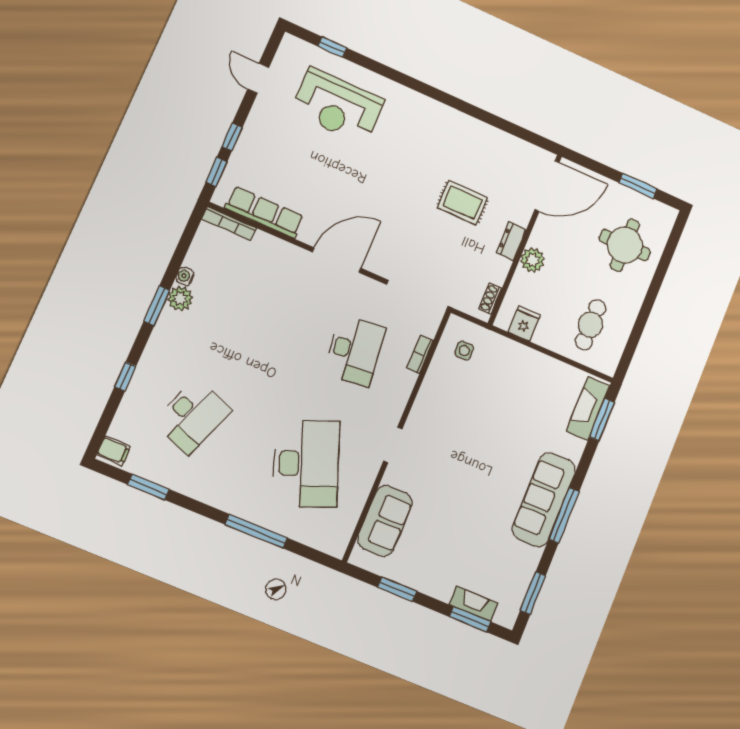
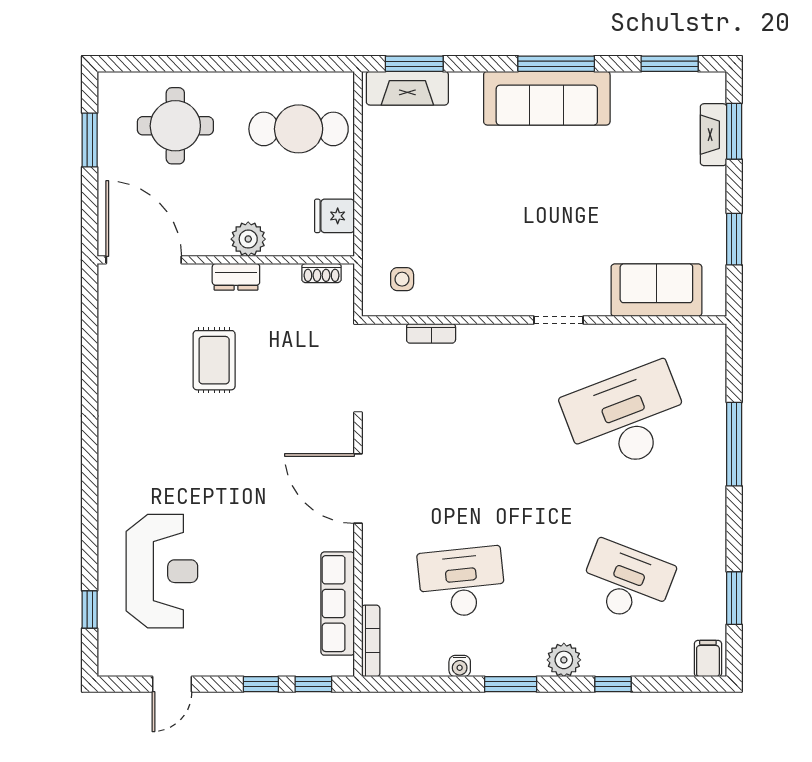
plant: (180, 299) -> (564, 660), moved
cafe table: (590, 325) -> (299, 129), width x1.37, depth x1.35
desk: (354, 351) -> (462, 582), moved

